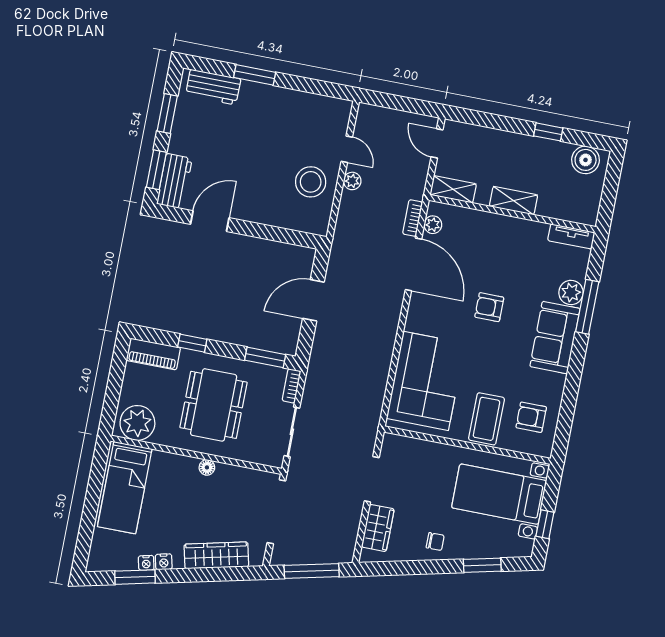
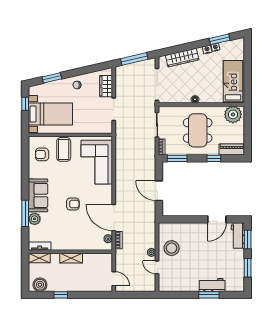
workbench: (213, 87) -> (212, 285), moved
shelving: (453, 189) -> (39, 258), moved
door: (313, 300) -> (159, 191), swing flipped
armchair: (531, 417) -> (42, 154), turned 180

